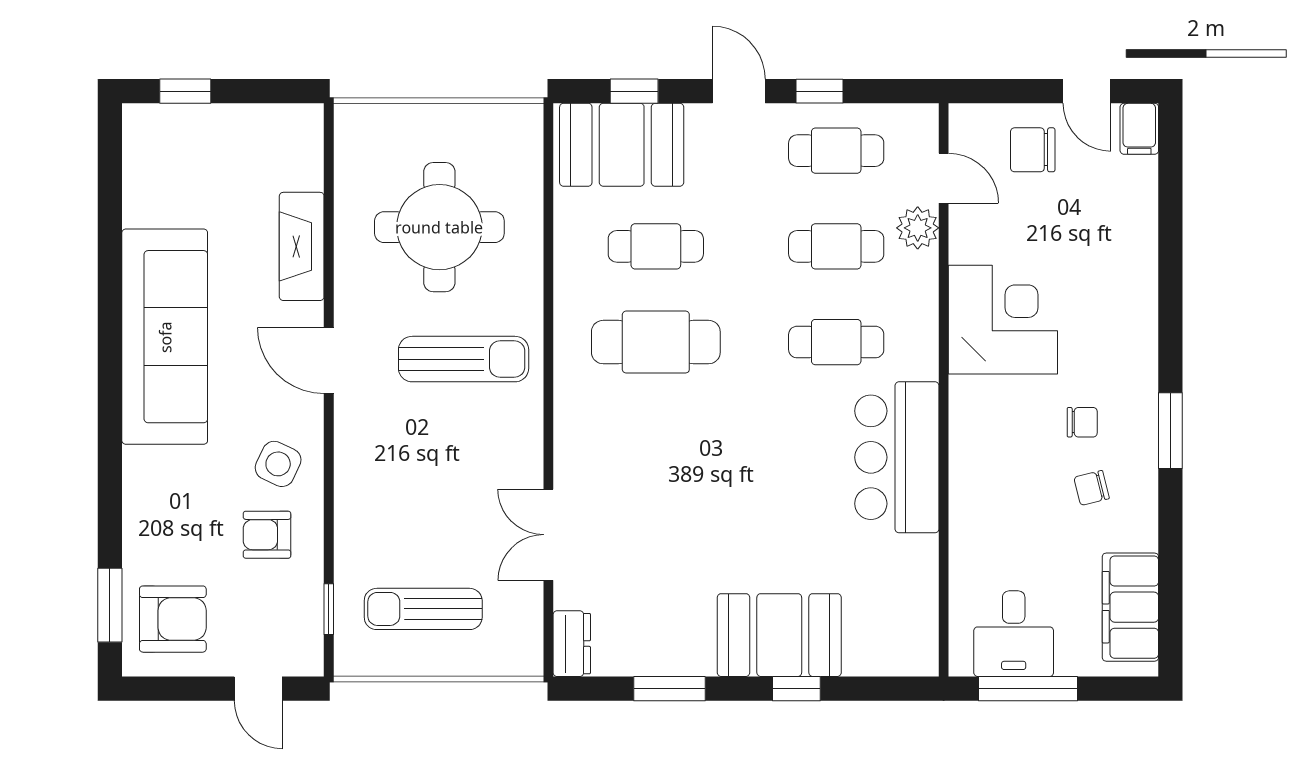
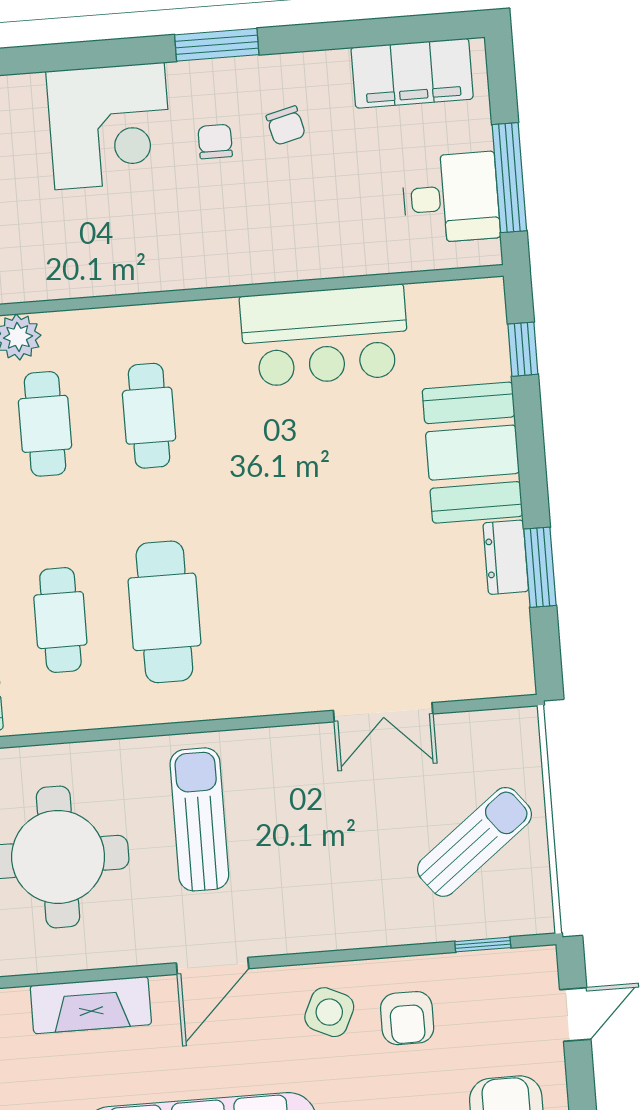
corner desk: (1003, 320) -> (110, 126), moved, turned 180
bar counter: (897, 457) -> (325, 336), moved
sun lounger: (423, 609) -> (475, 842), turned -128
dresser: (572, 644) -> (506, 557), moved, turned -90
window: (796, 689) -> (523, 349), moved

